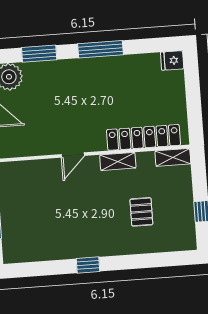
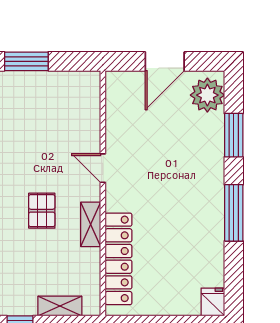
shelving: (173, 157) -> (60, 306), moved, turned 90
pallet: (141, 212) -> (42, 211), moved, turned 90

